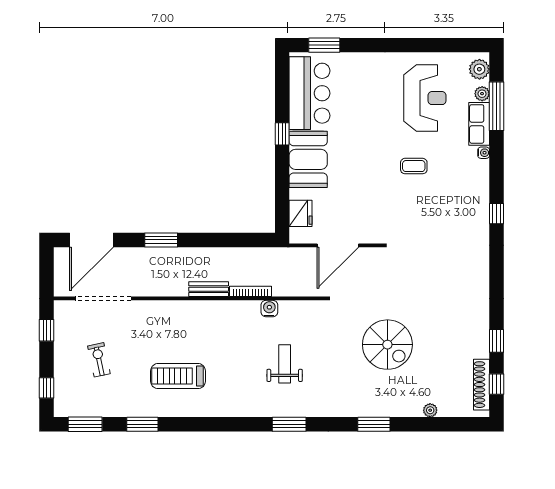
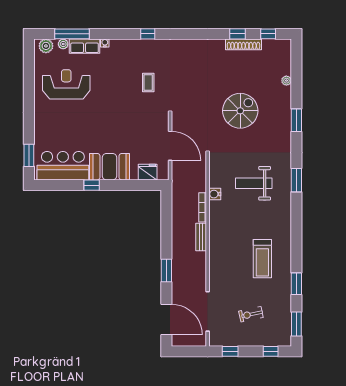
coffee table: (414, 166) -> (148, 82), moved
weight bench: (285, 364) -> (254, 183), width x1.36, depth x1.33
shoe rack: (482, 385) -> (243, 44), moved

